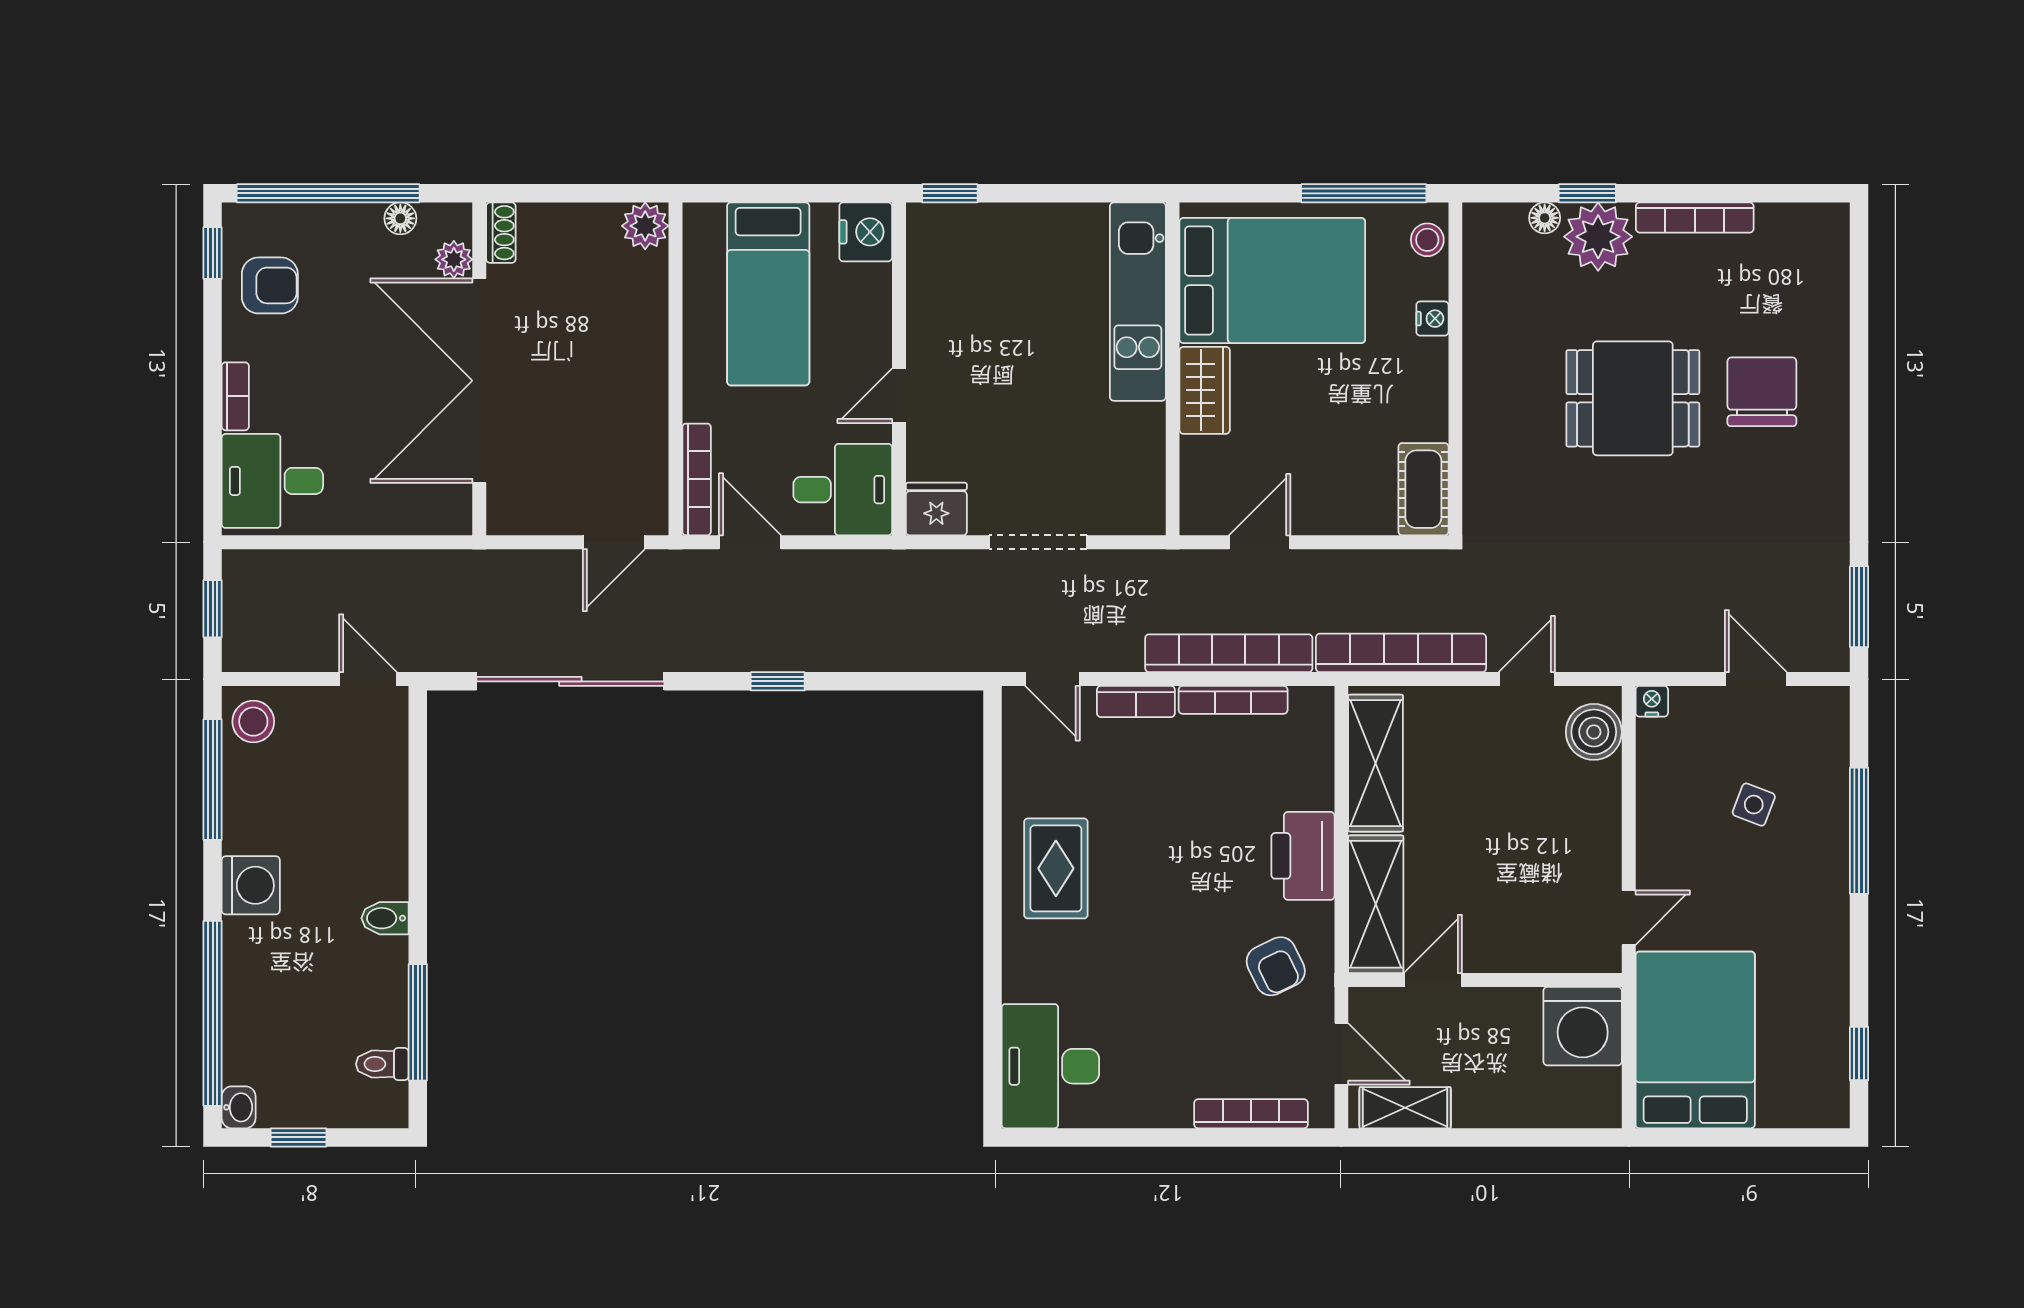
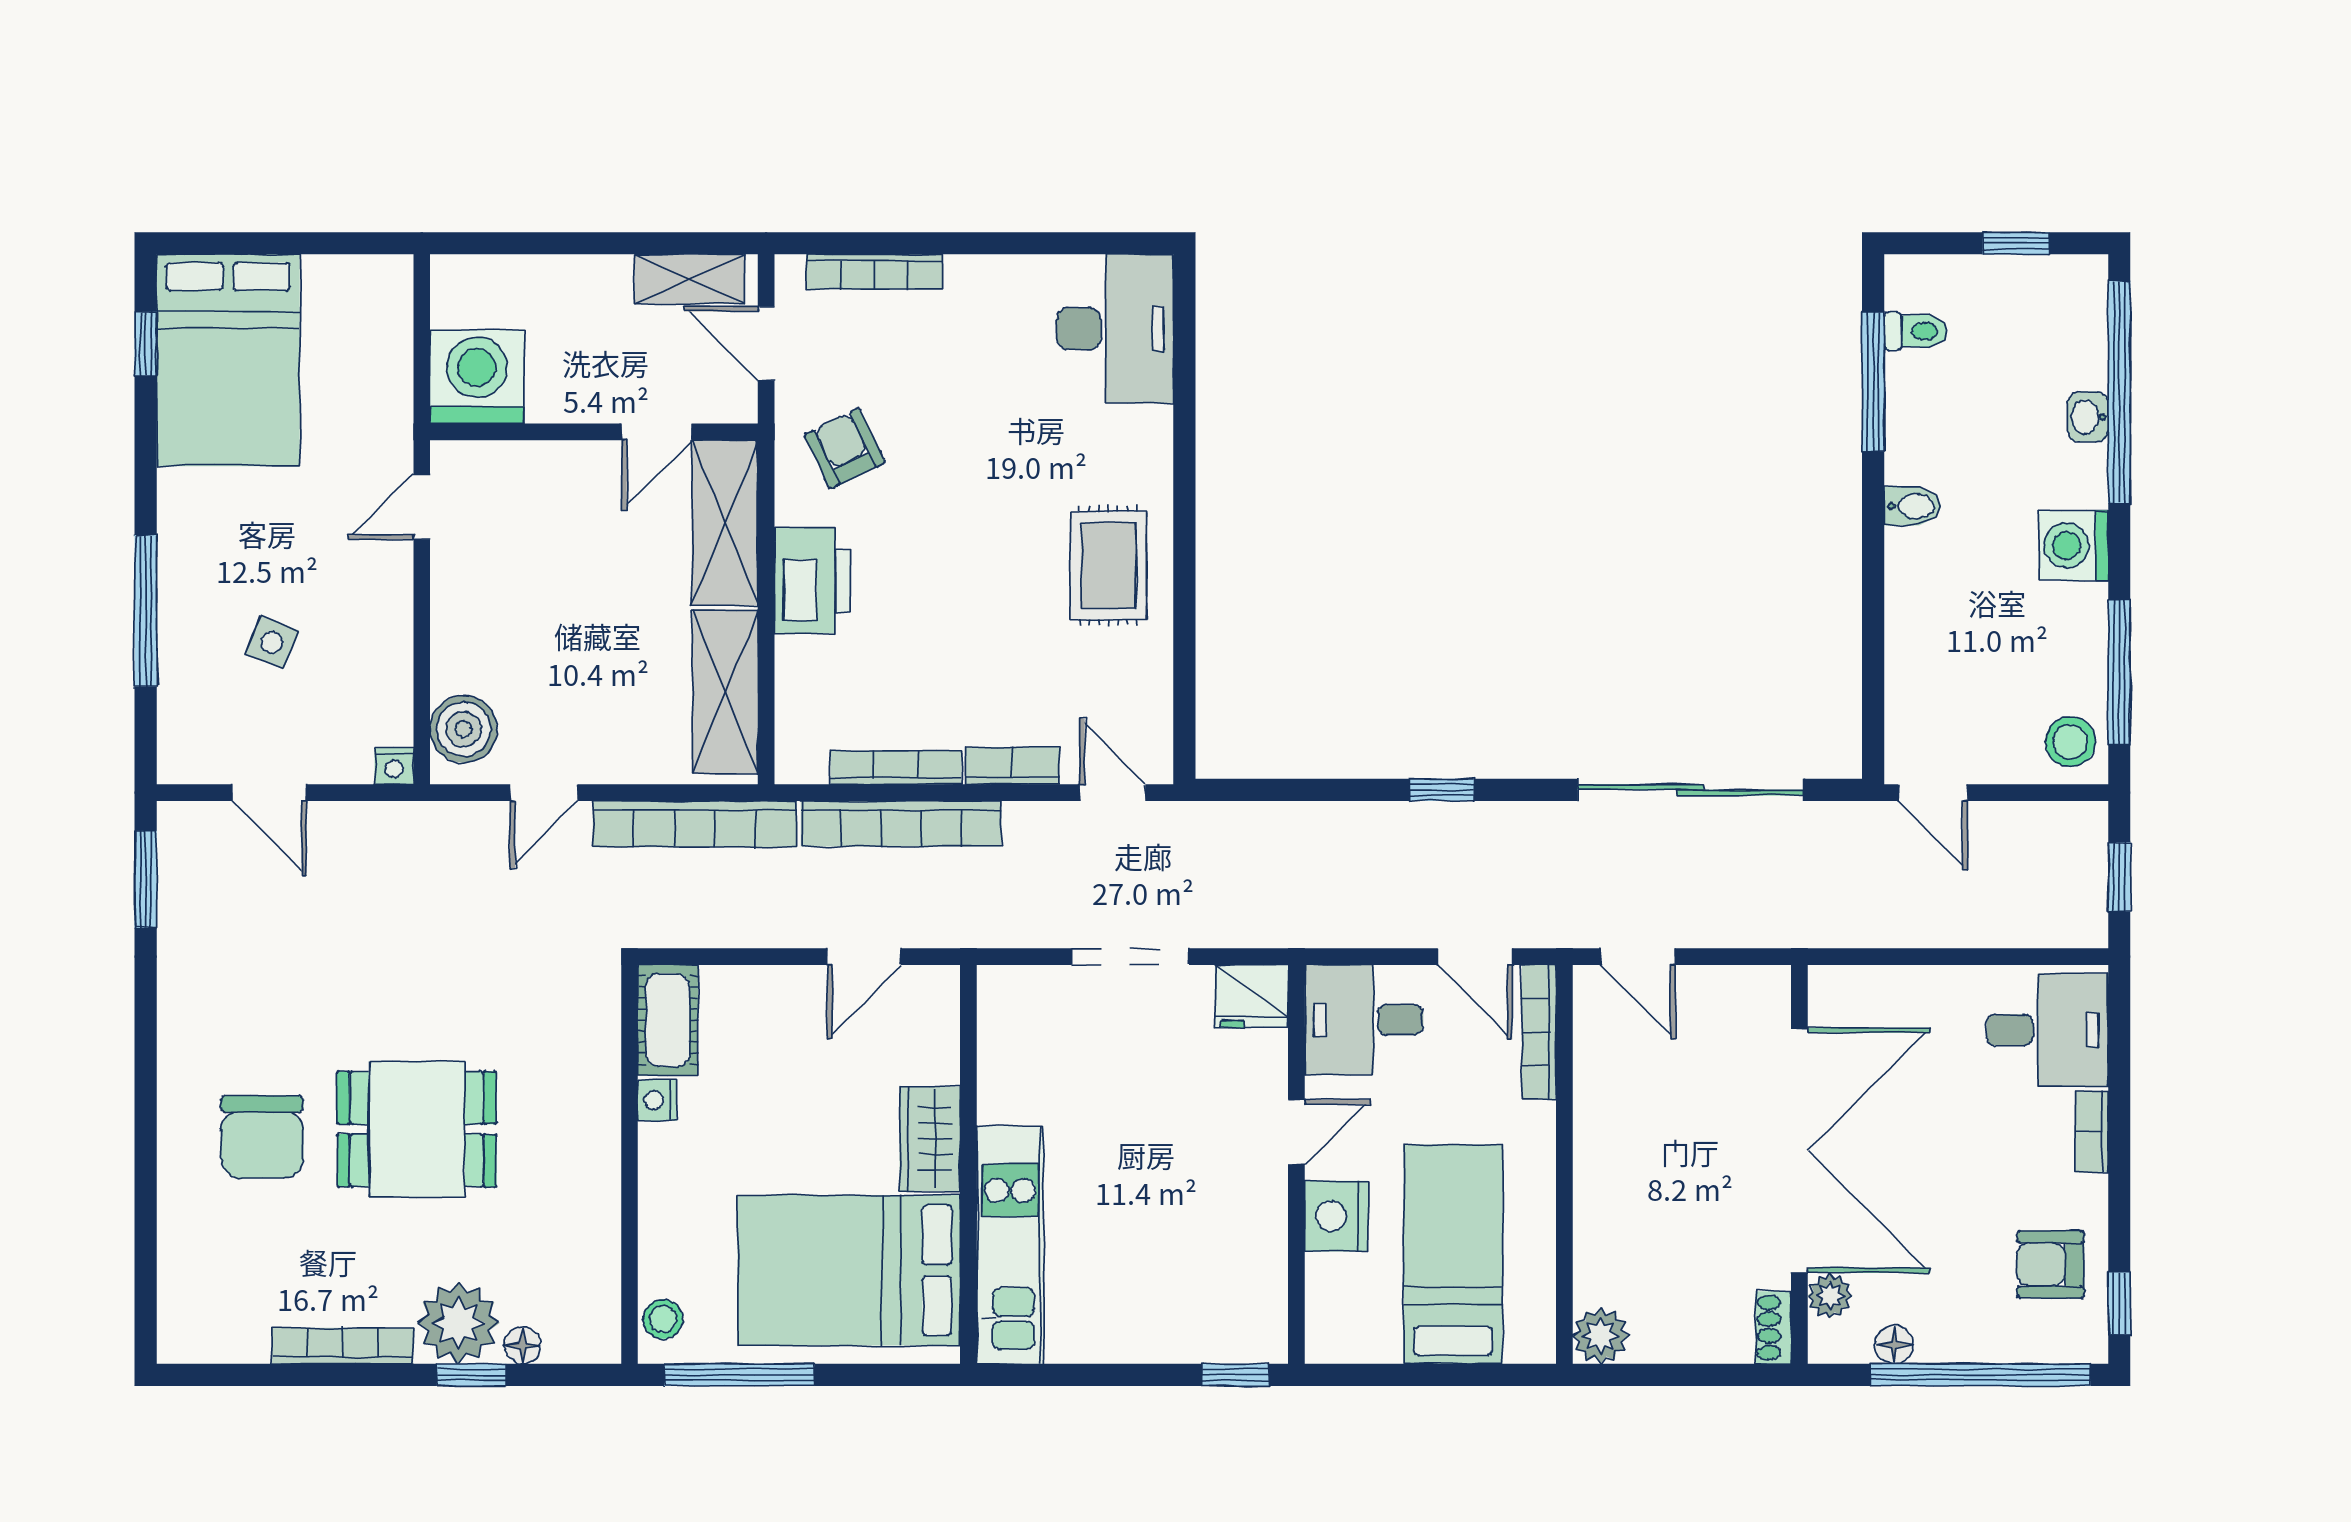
nightstand: (866, 232) -> (1336, 1216), moved
nightstand: (1432, 319) -> (657, 1100), moved
door: (614, 542) -> (1638, 957), swing flipped
bed: (1695, 1040) -> (228, 360), moved
washbasin: (239, 1107) -> (2088, 417), moved

